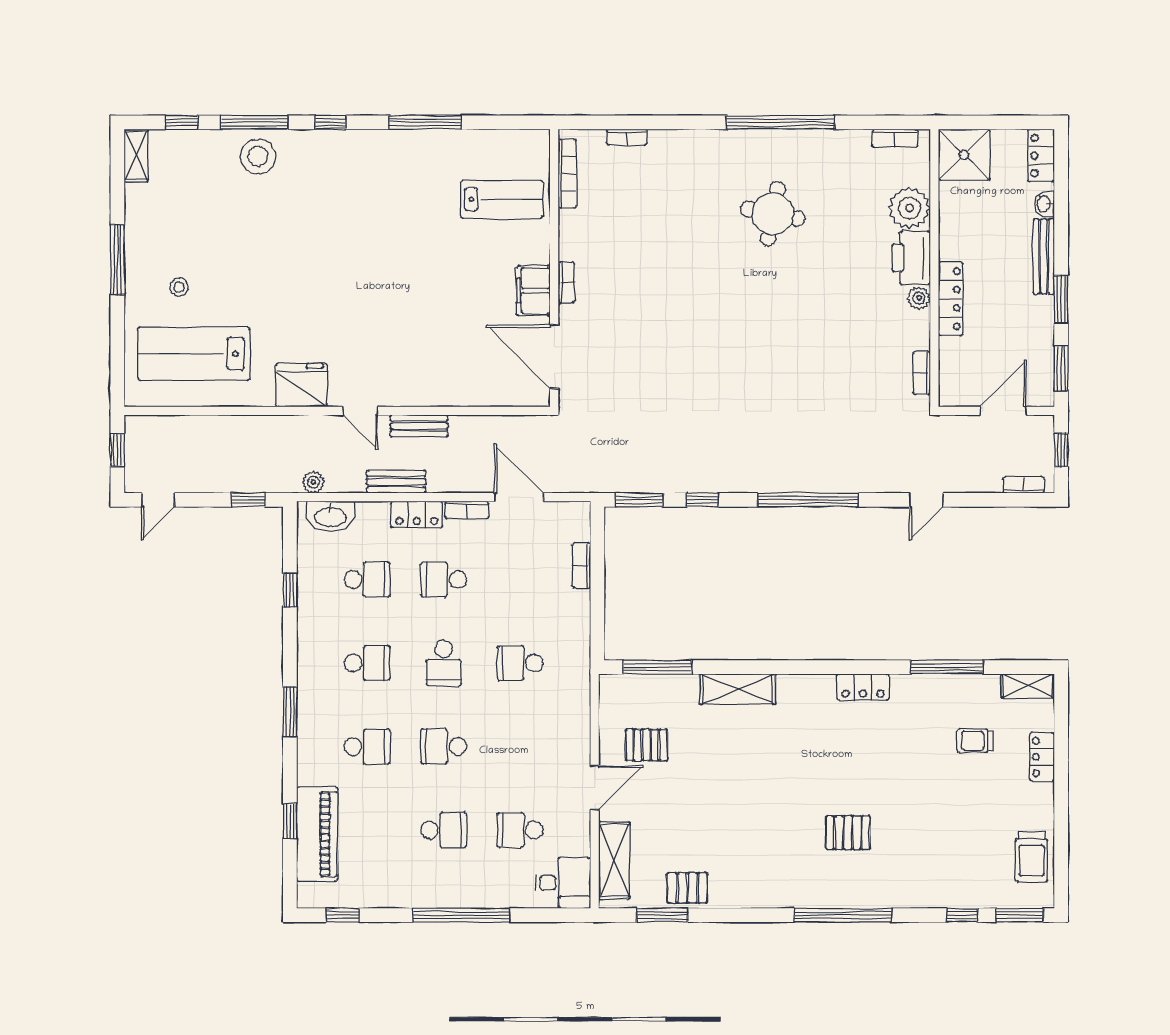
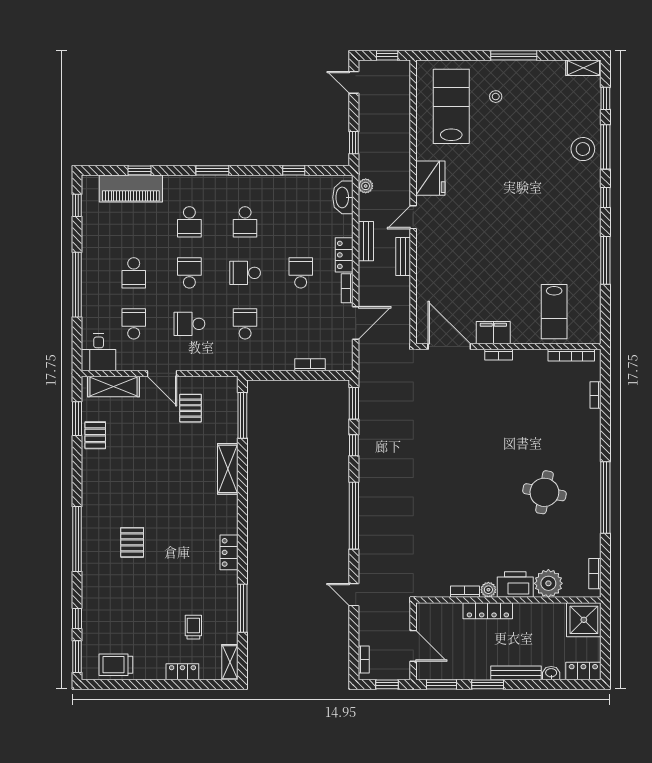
door: (554, 357) -> (449, 347), hinge flipped
bookcase: (922, 373) -> (465, 592), moved
school desk: (367, 580) -> (189, 324), moved, turned 90

